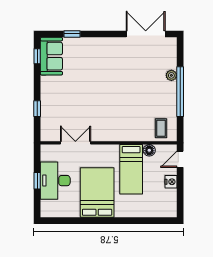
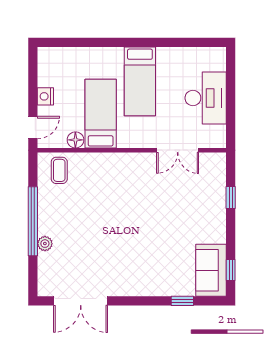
window: (37, 181) -> (231, 98), removed
bed: (97, 193) -> (140, 81), width x0.67

